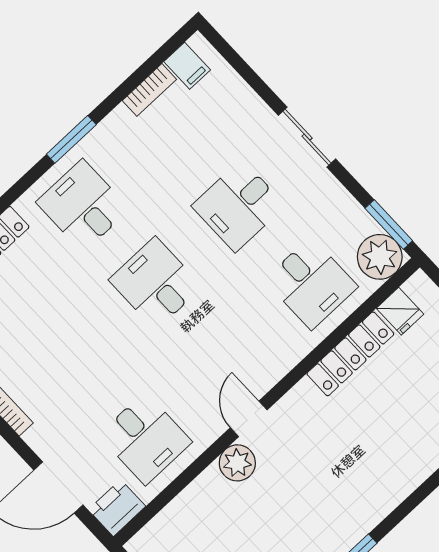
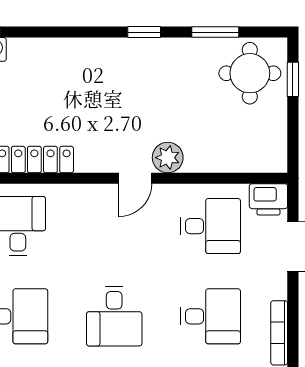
desk: (73, 361) -> (211, 316), added
desk: (145, 438) -> (211, 226), turned 90

